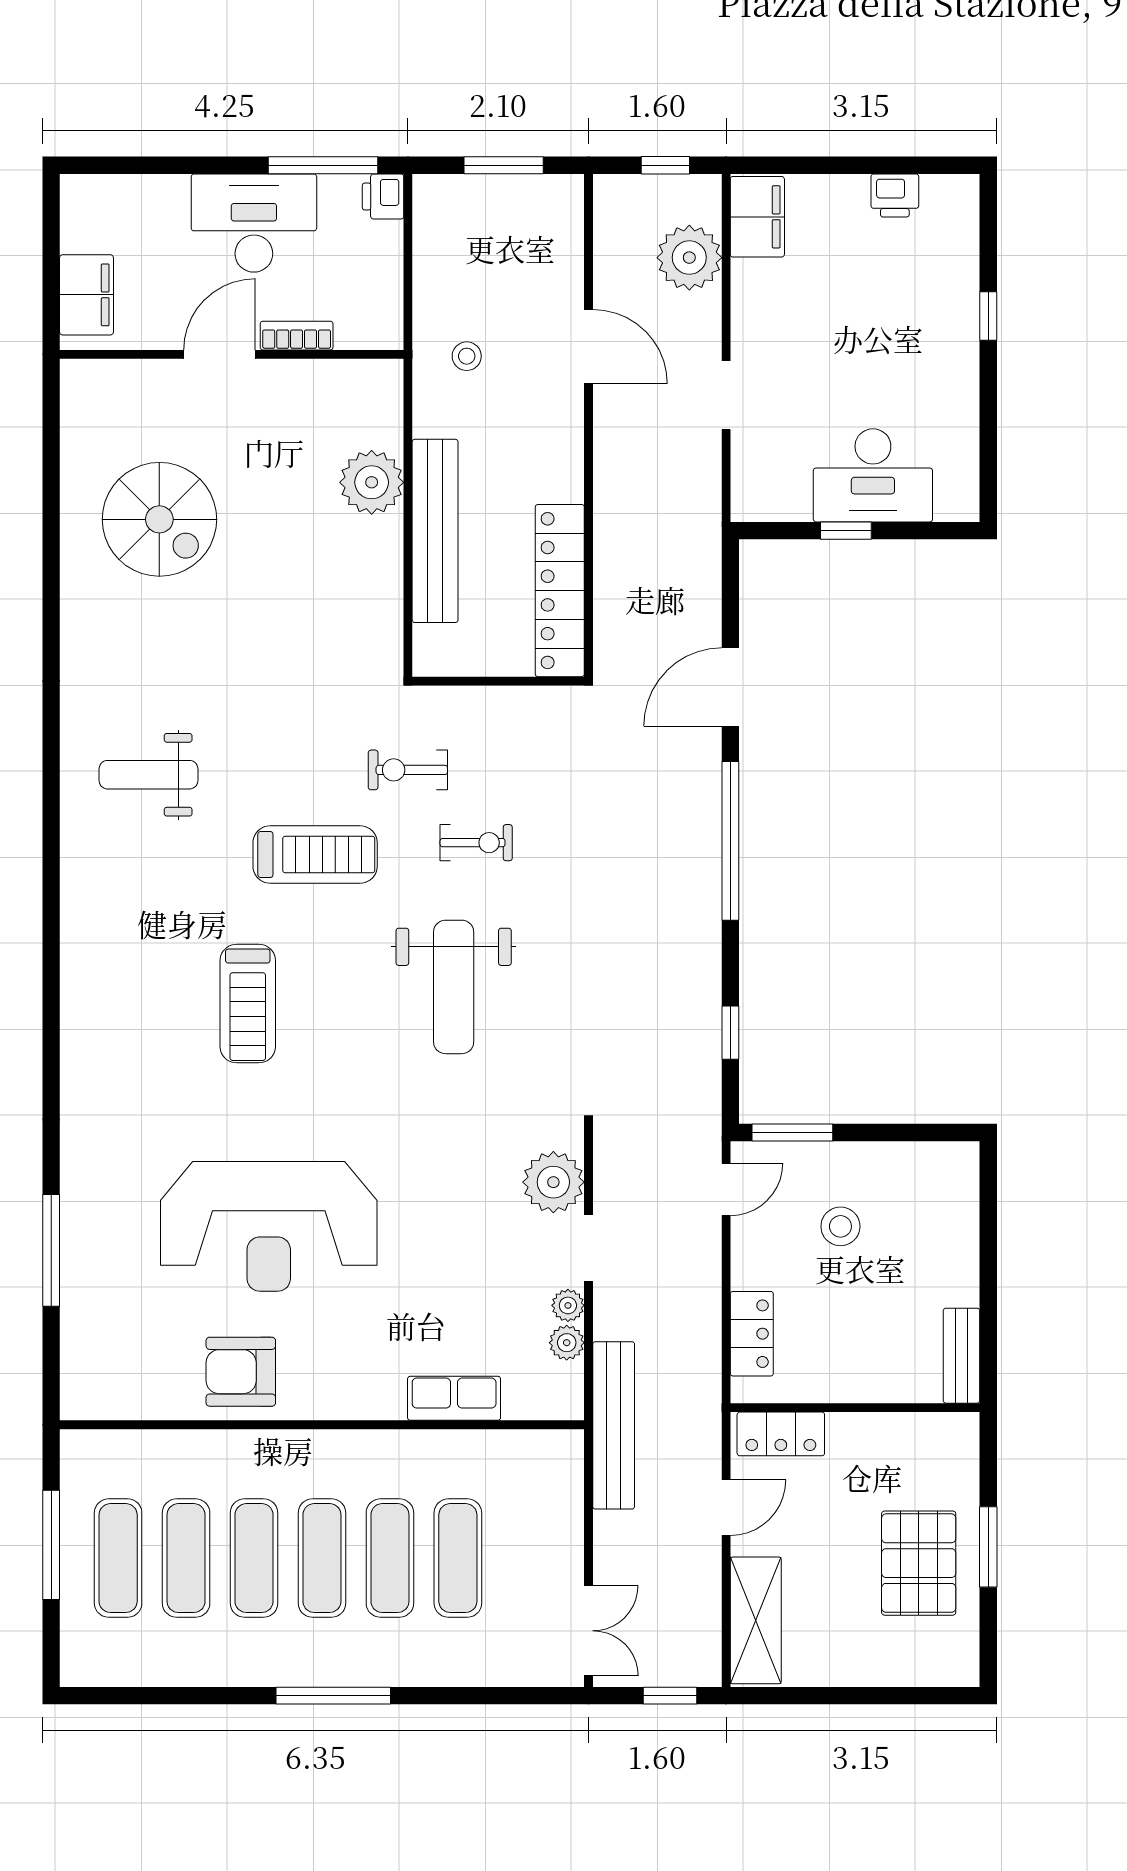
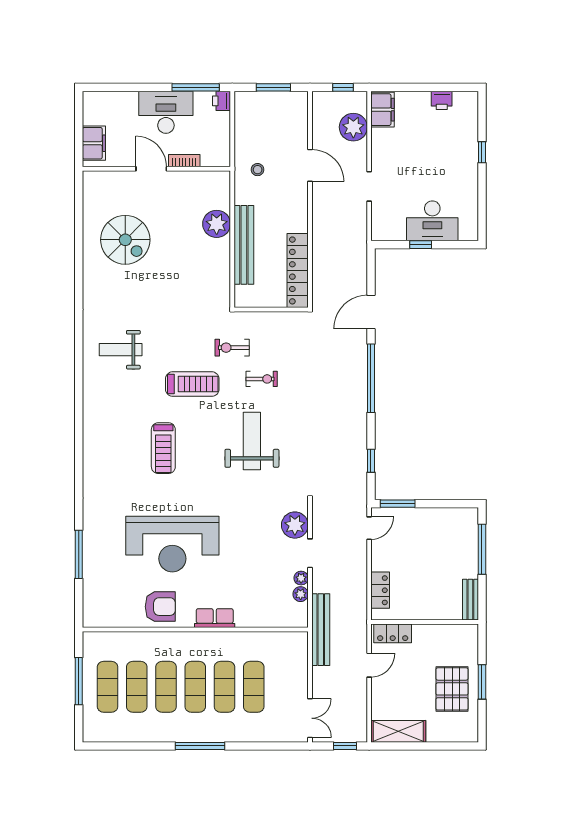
door: (219, 354) -> (151, 169), hinge flipped
weight bench: (454, 987) -> (252, 441), turned 180
stool: (840, 1226) -> (418, 544), removed
window: (988, 1238) -> (482, 549), added
armchair: (241, 1372) -> (160, 607), turned 180
row of seats: (454, 1398) -> (215, 618), moved
shelving: (756, 1620) -> (398, 731), moved, turned 90

